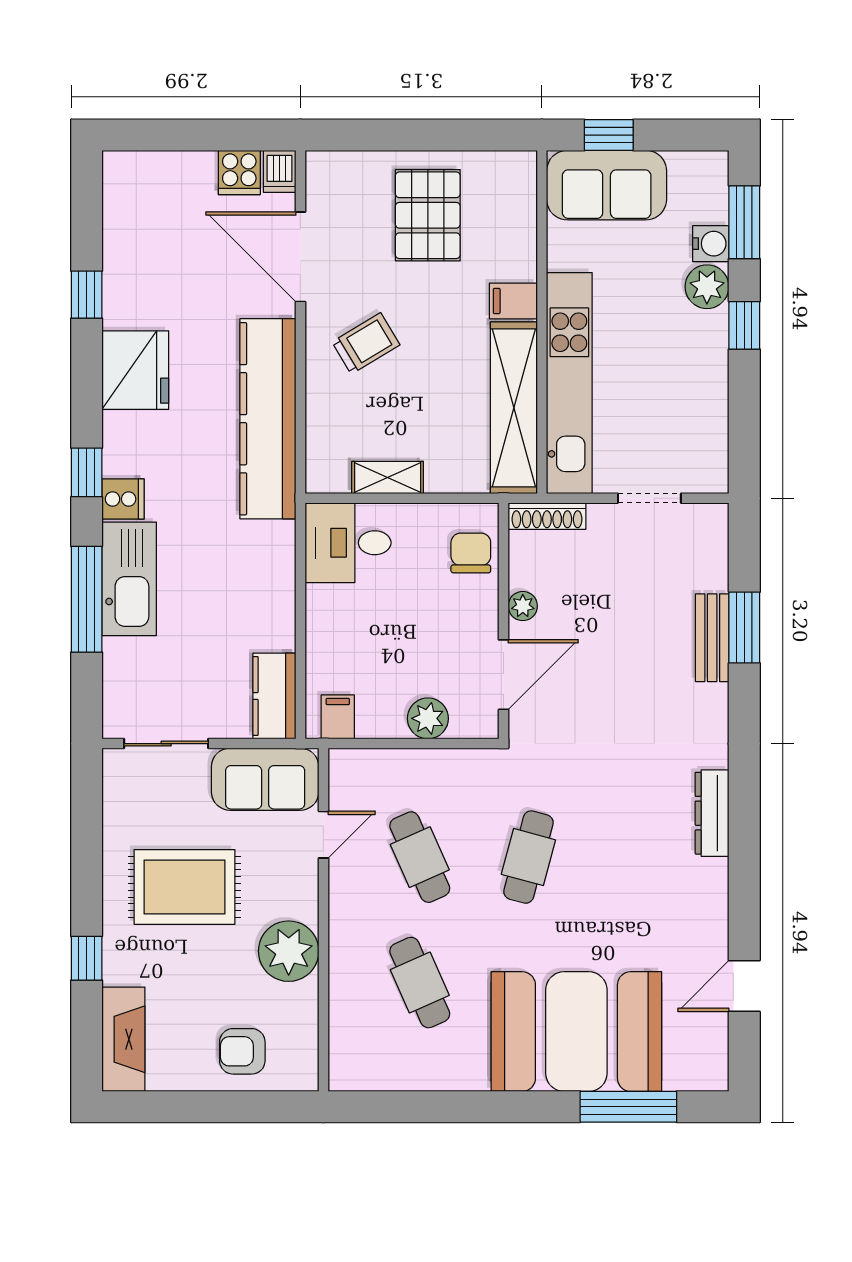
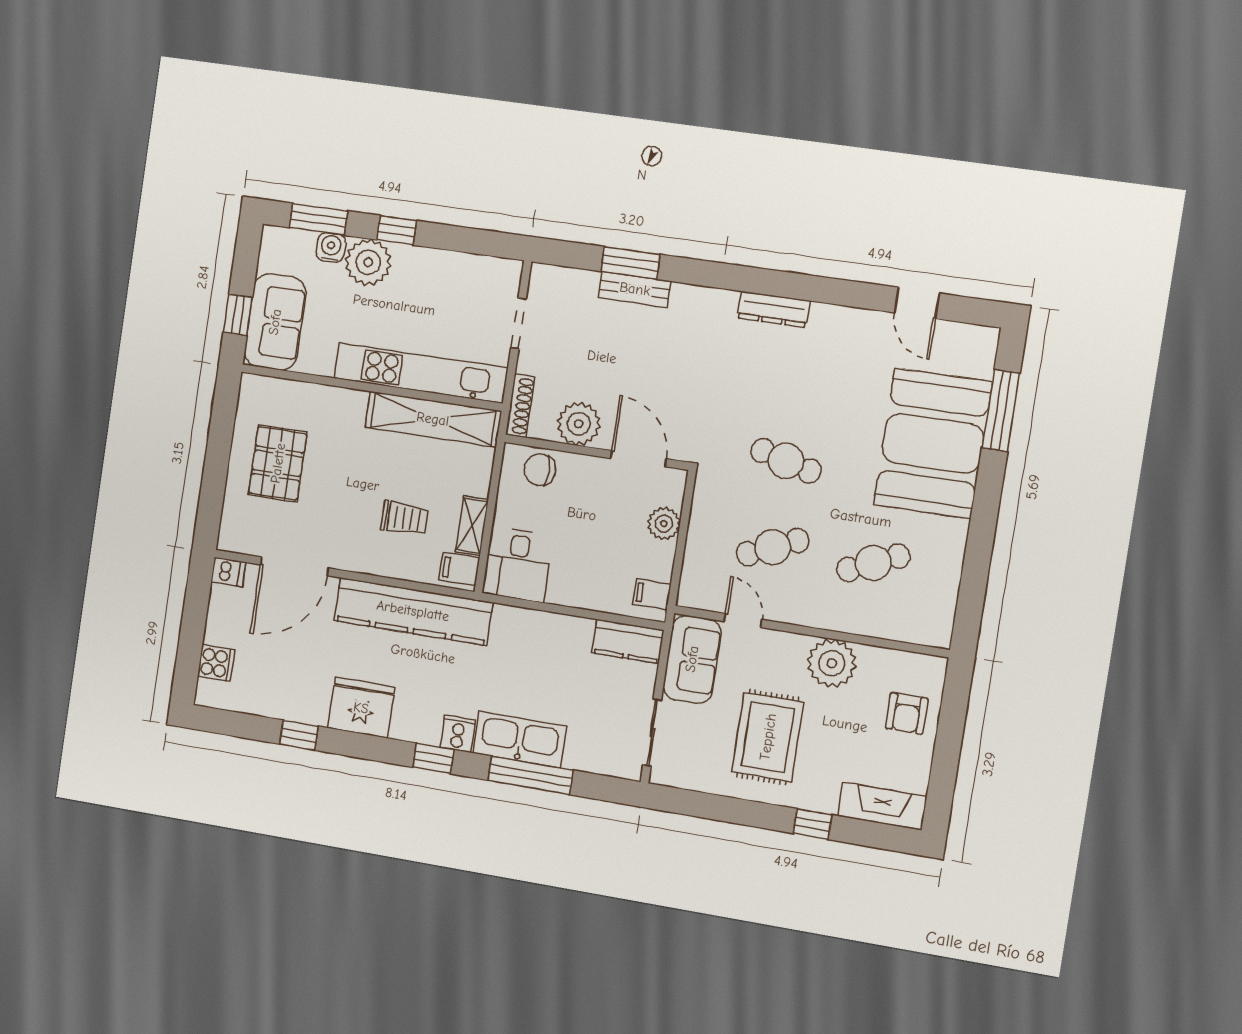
cooker: (239, 172) -> (216, 663), moved
pallet: (428, 215) -> (278, 463), turned 90
plant: (707, 287) -> (368, 262), width x1.36, depth x1.36
filing cabinet: (513, 301) -> (459, 569), moved, turned 90
trolley: (366, 343) -> (405, 518), moved, turned 121
plant: (523, 606) -> (579, 424), width x1.88, depth x1.88

